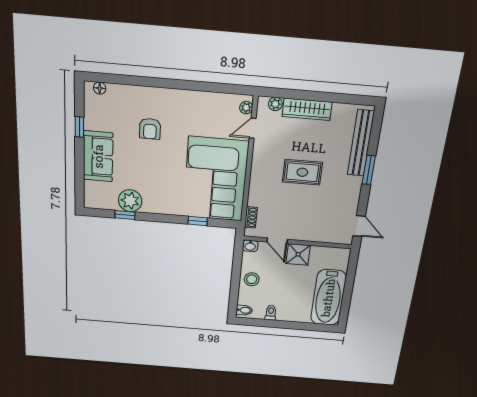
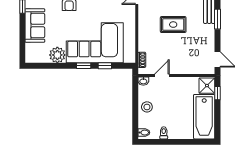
corner sofa: (216, 179) -> (95, 43), moved, turned 90
window: (125, 215) -> (84, 66), moved
door: (277, 241) -> (162, 76), swing flipped
shower: (298, 254) -> (207, 86), moved
window: (352, 270) -> (218, 93), added

